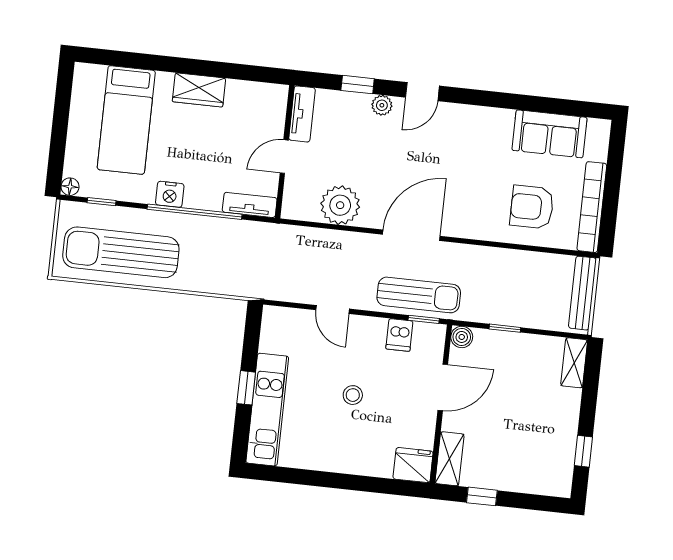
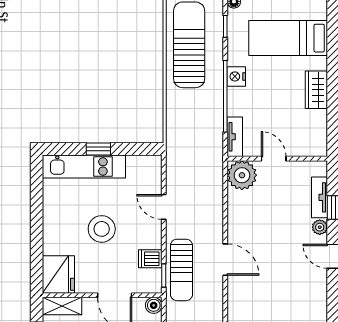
tv unit: (302, 114) -> (319, 197), moved, turned 90
plant: (340, 205) -> (242, 175), moved
door: (411, 235) -> (225, 260), width x0.73
door: (333, 309) -> (164, 207), hinge flipped
stool: (353, 395) -> (102, 229), width x1.89, depth x1.89
fridge: (413, 465) -> (58, 274), width x1.36, depth x1.34

